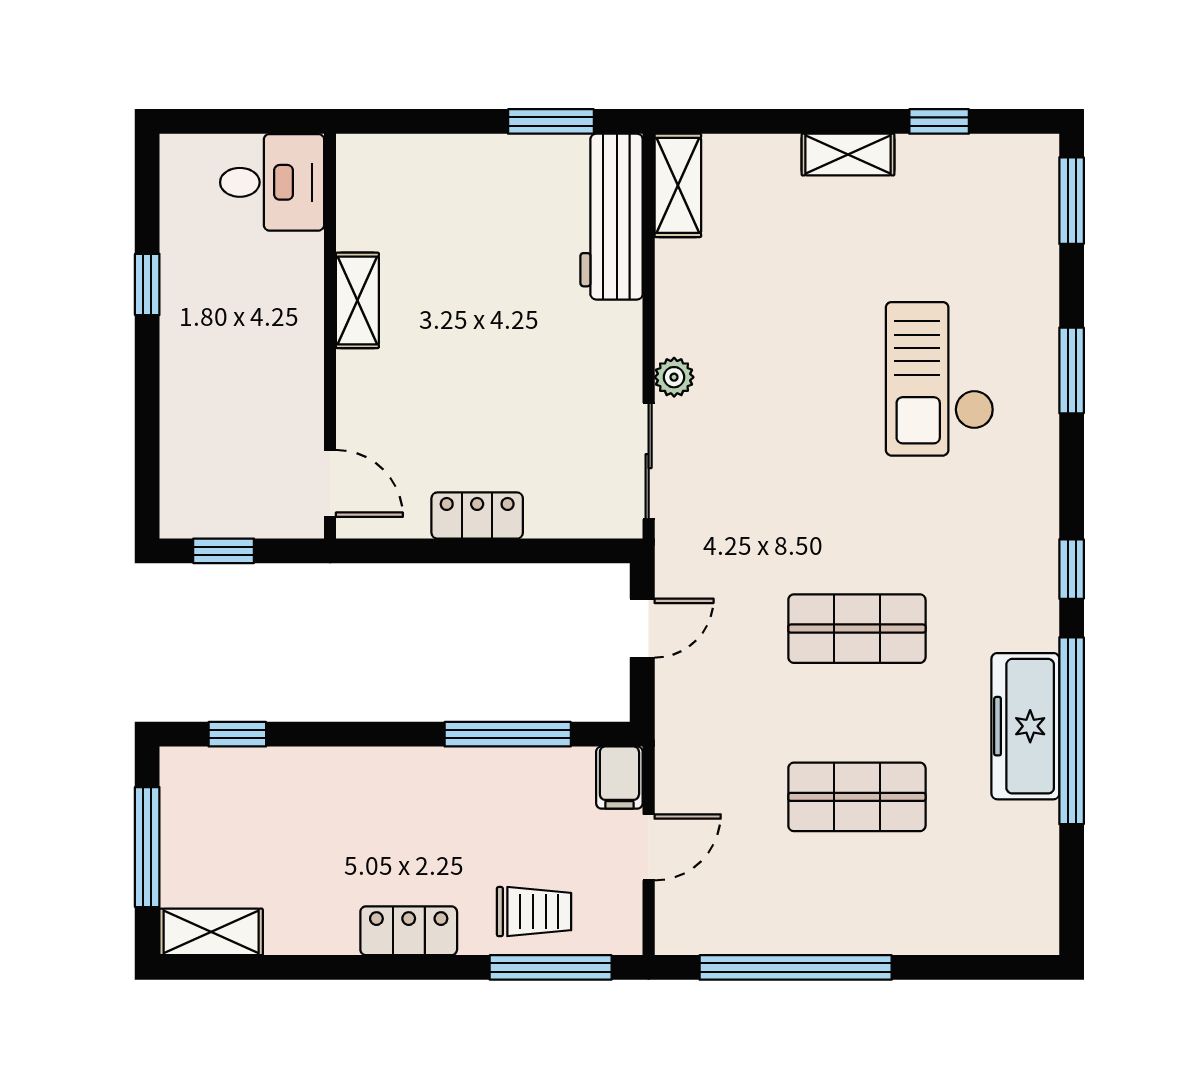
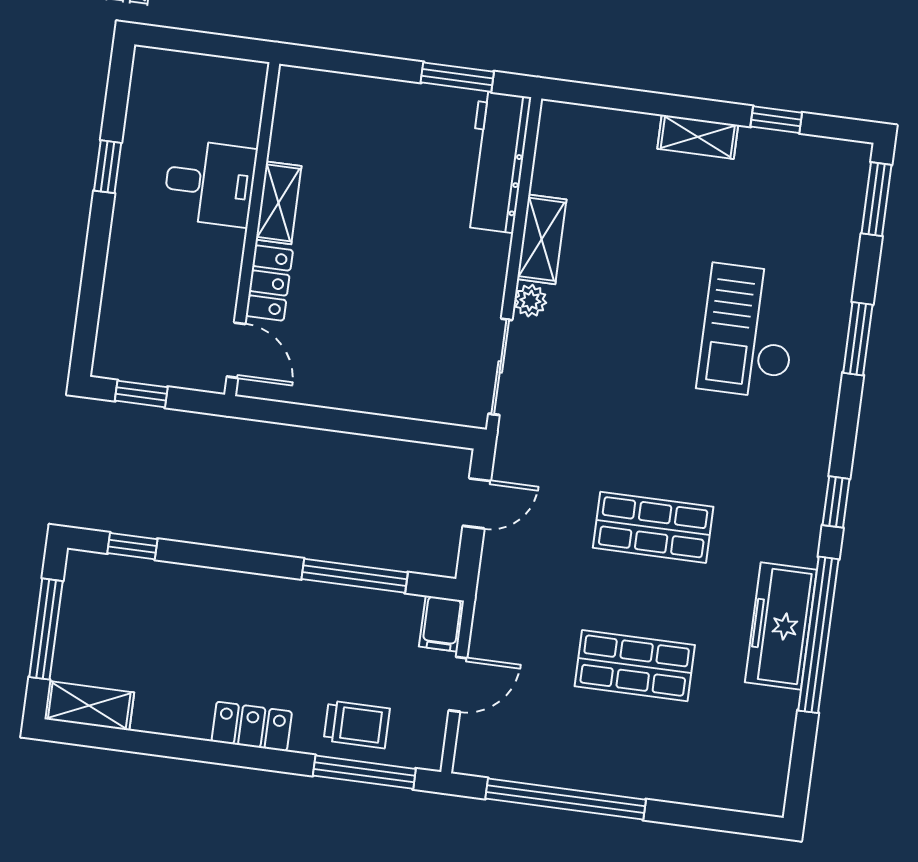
desk: (272, 182) -> (210, 183), moved
shelving: (678, 185) -> (542, 239), moved
locker: (477, 516) -> (269, 283), moved, turned 90

